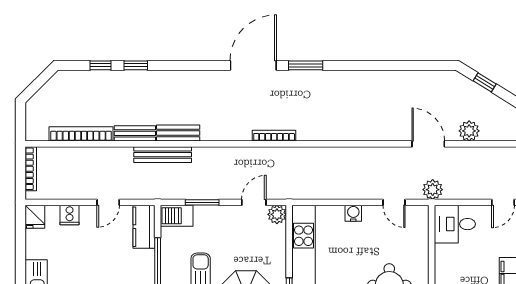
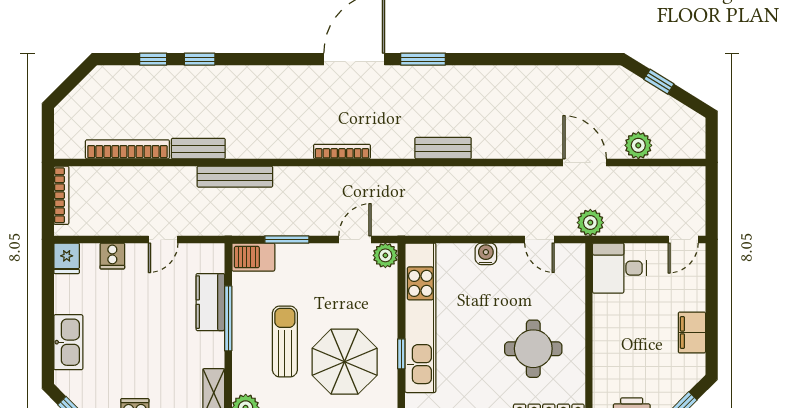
bench: (178, 133) -> (443, 148), moved
bookcase: (274, 136) -> (342, 152), moved
kitchen counter: (144, 227) -> (210, 302), moved

